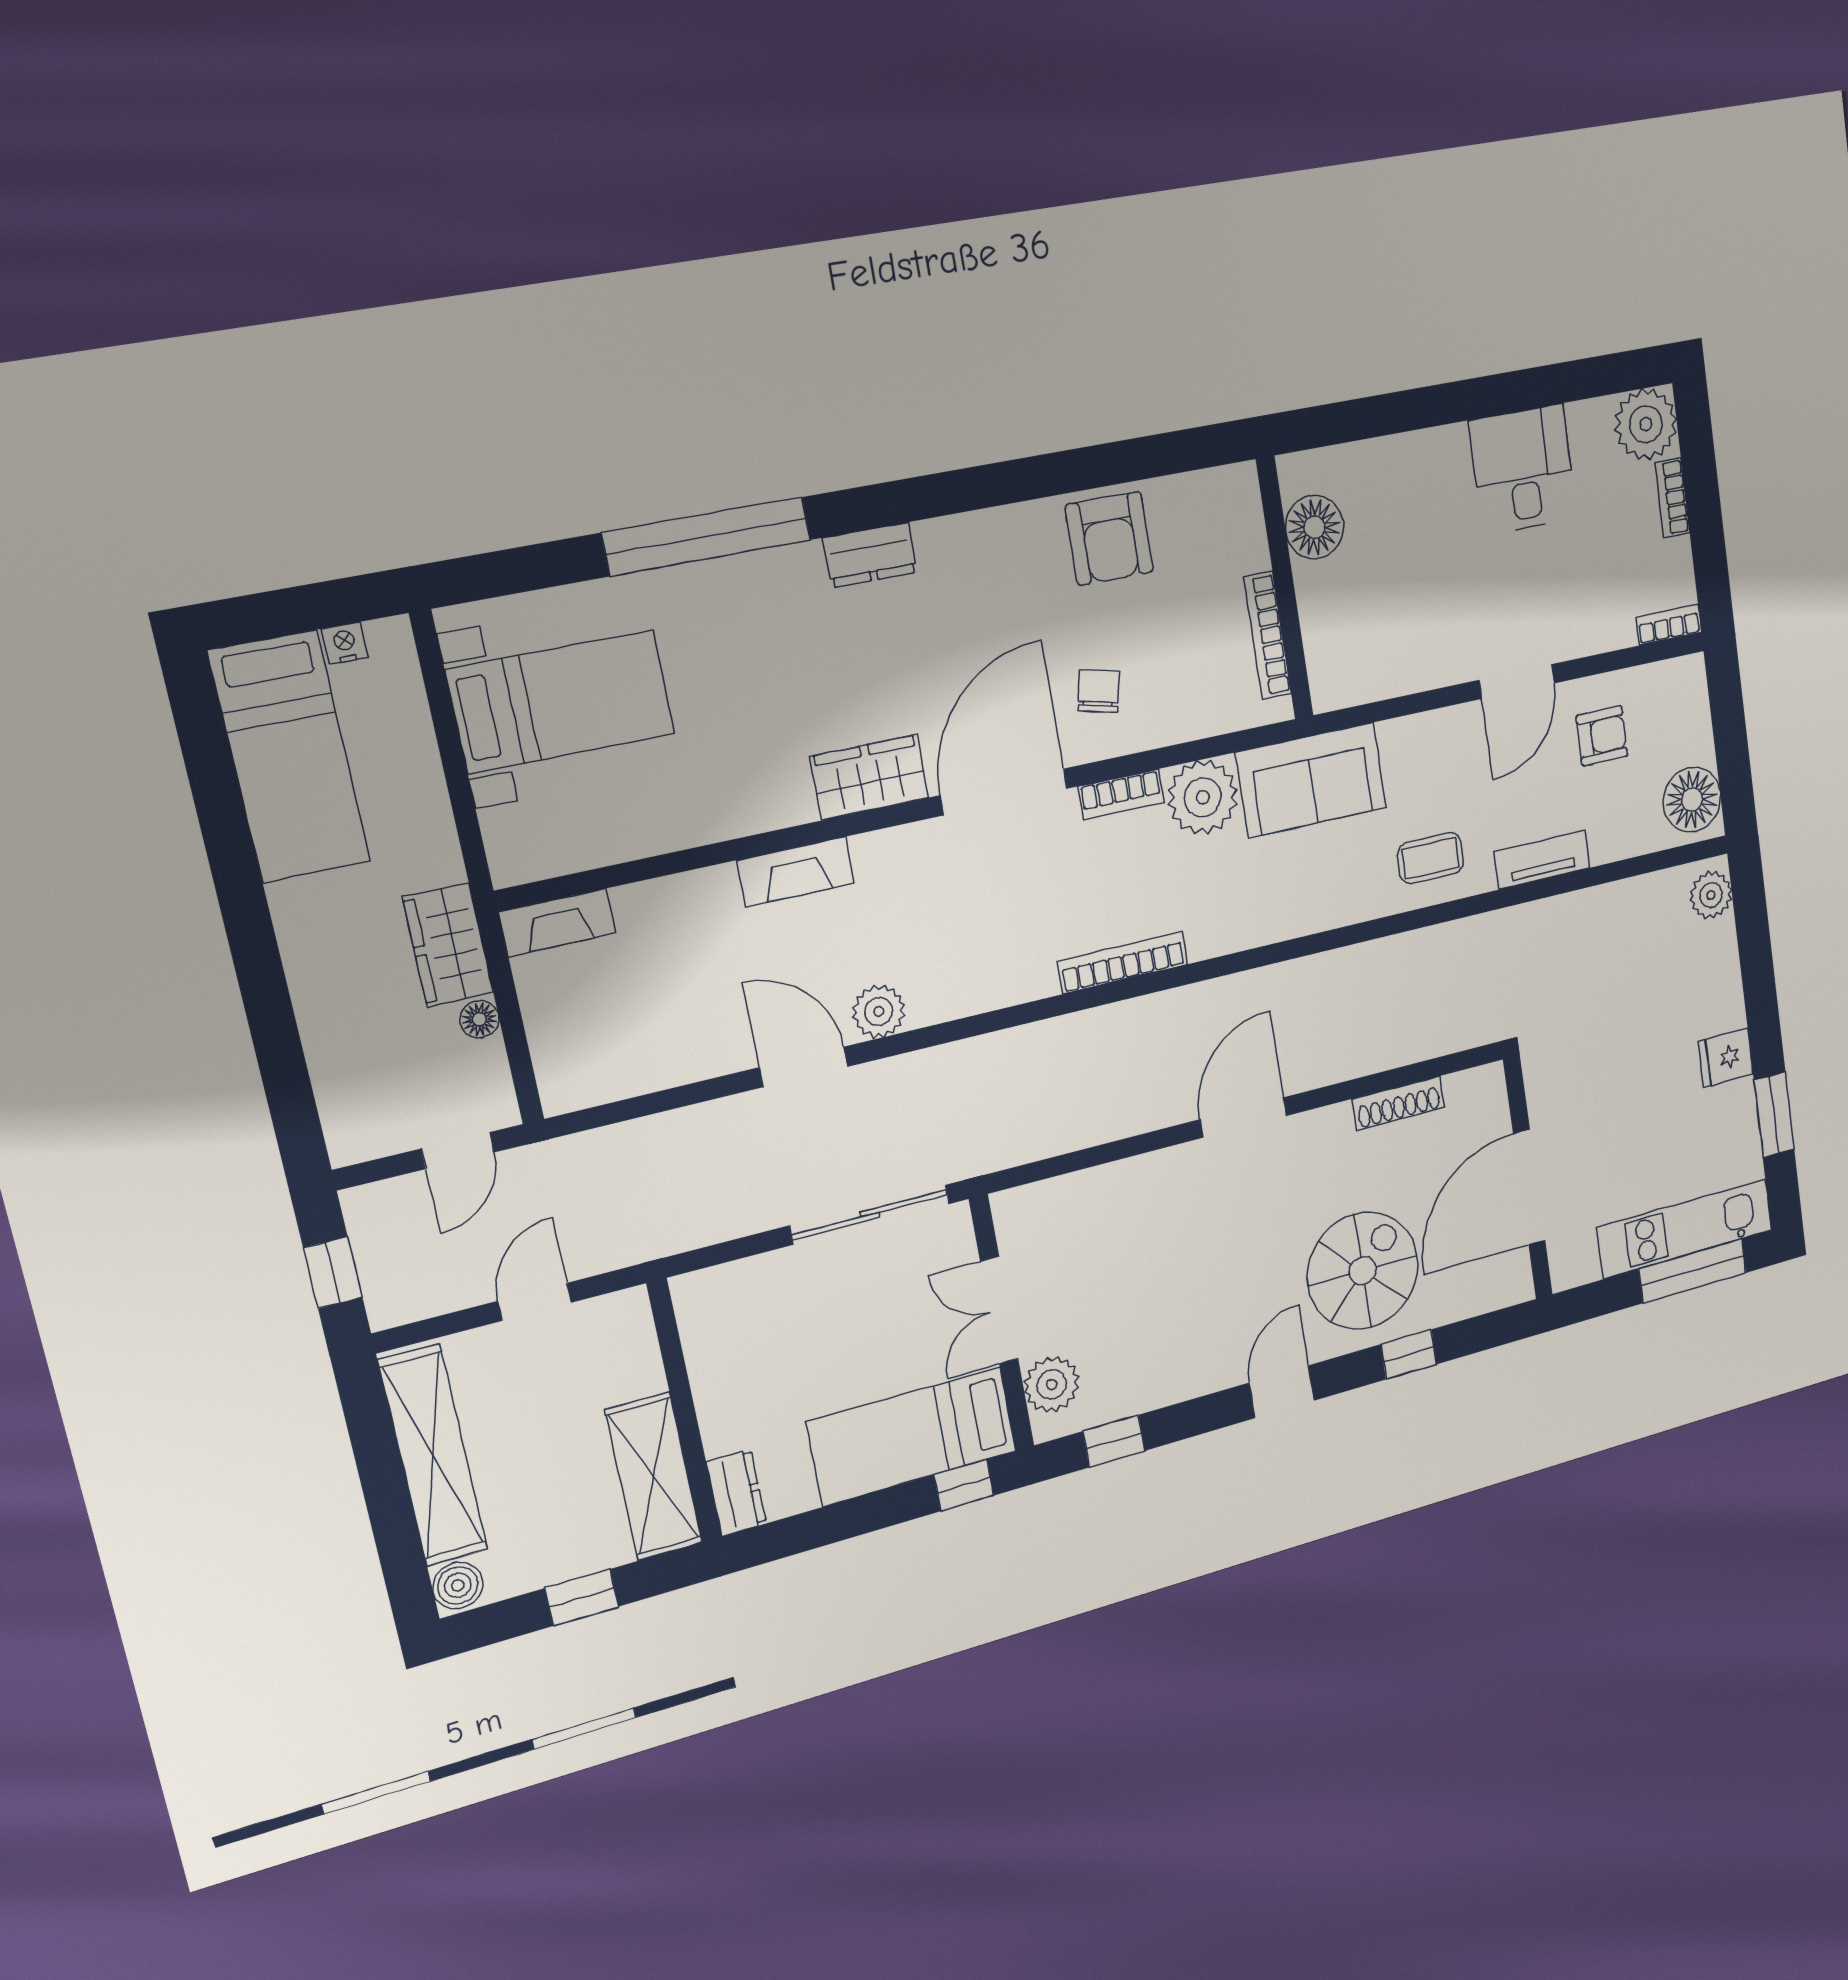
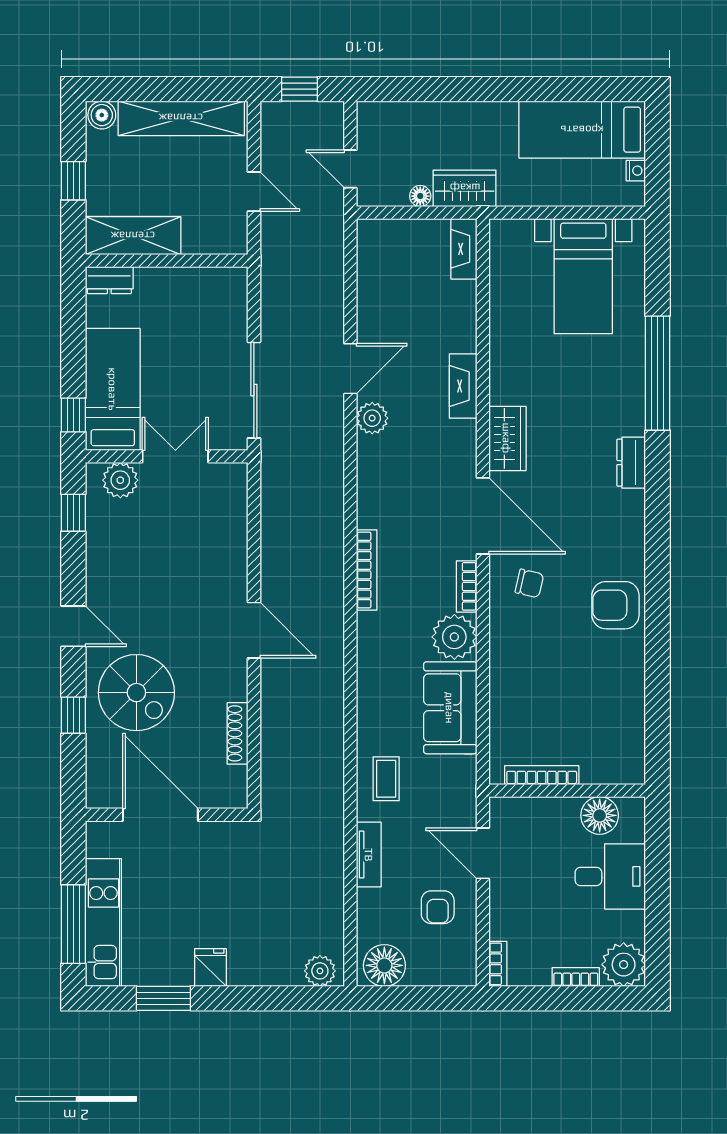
floor lamp: (1314, 527) -> (600, 815), moved
wall: (1285, 589) -> (567, 791), moved
bookcase: (1268, 635) -> (542, 775), moved

